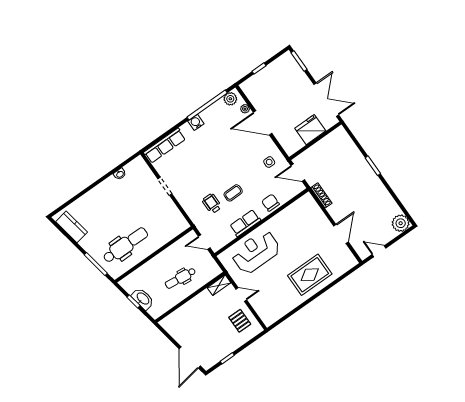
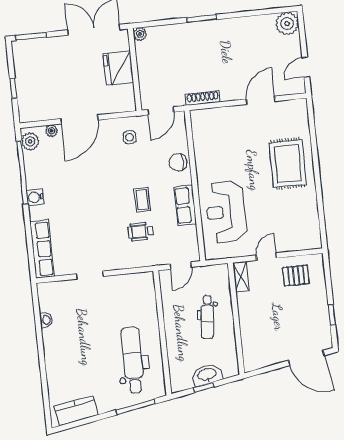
plant: (340, 131) -> (140, 34), added
door: (341, 234) -> (261, 100), hinge flipped

